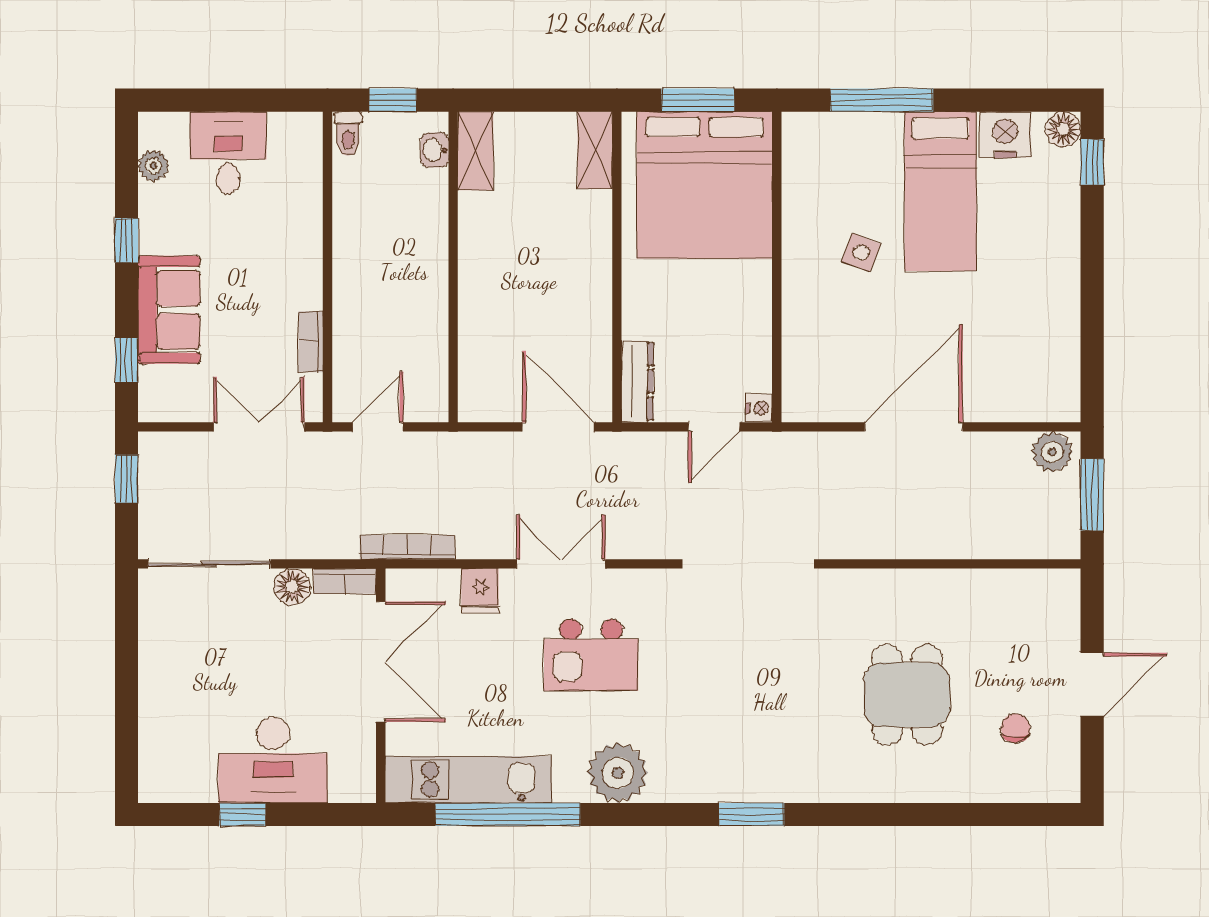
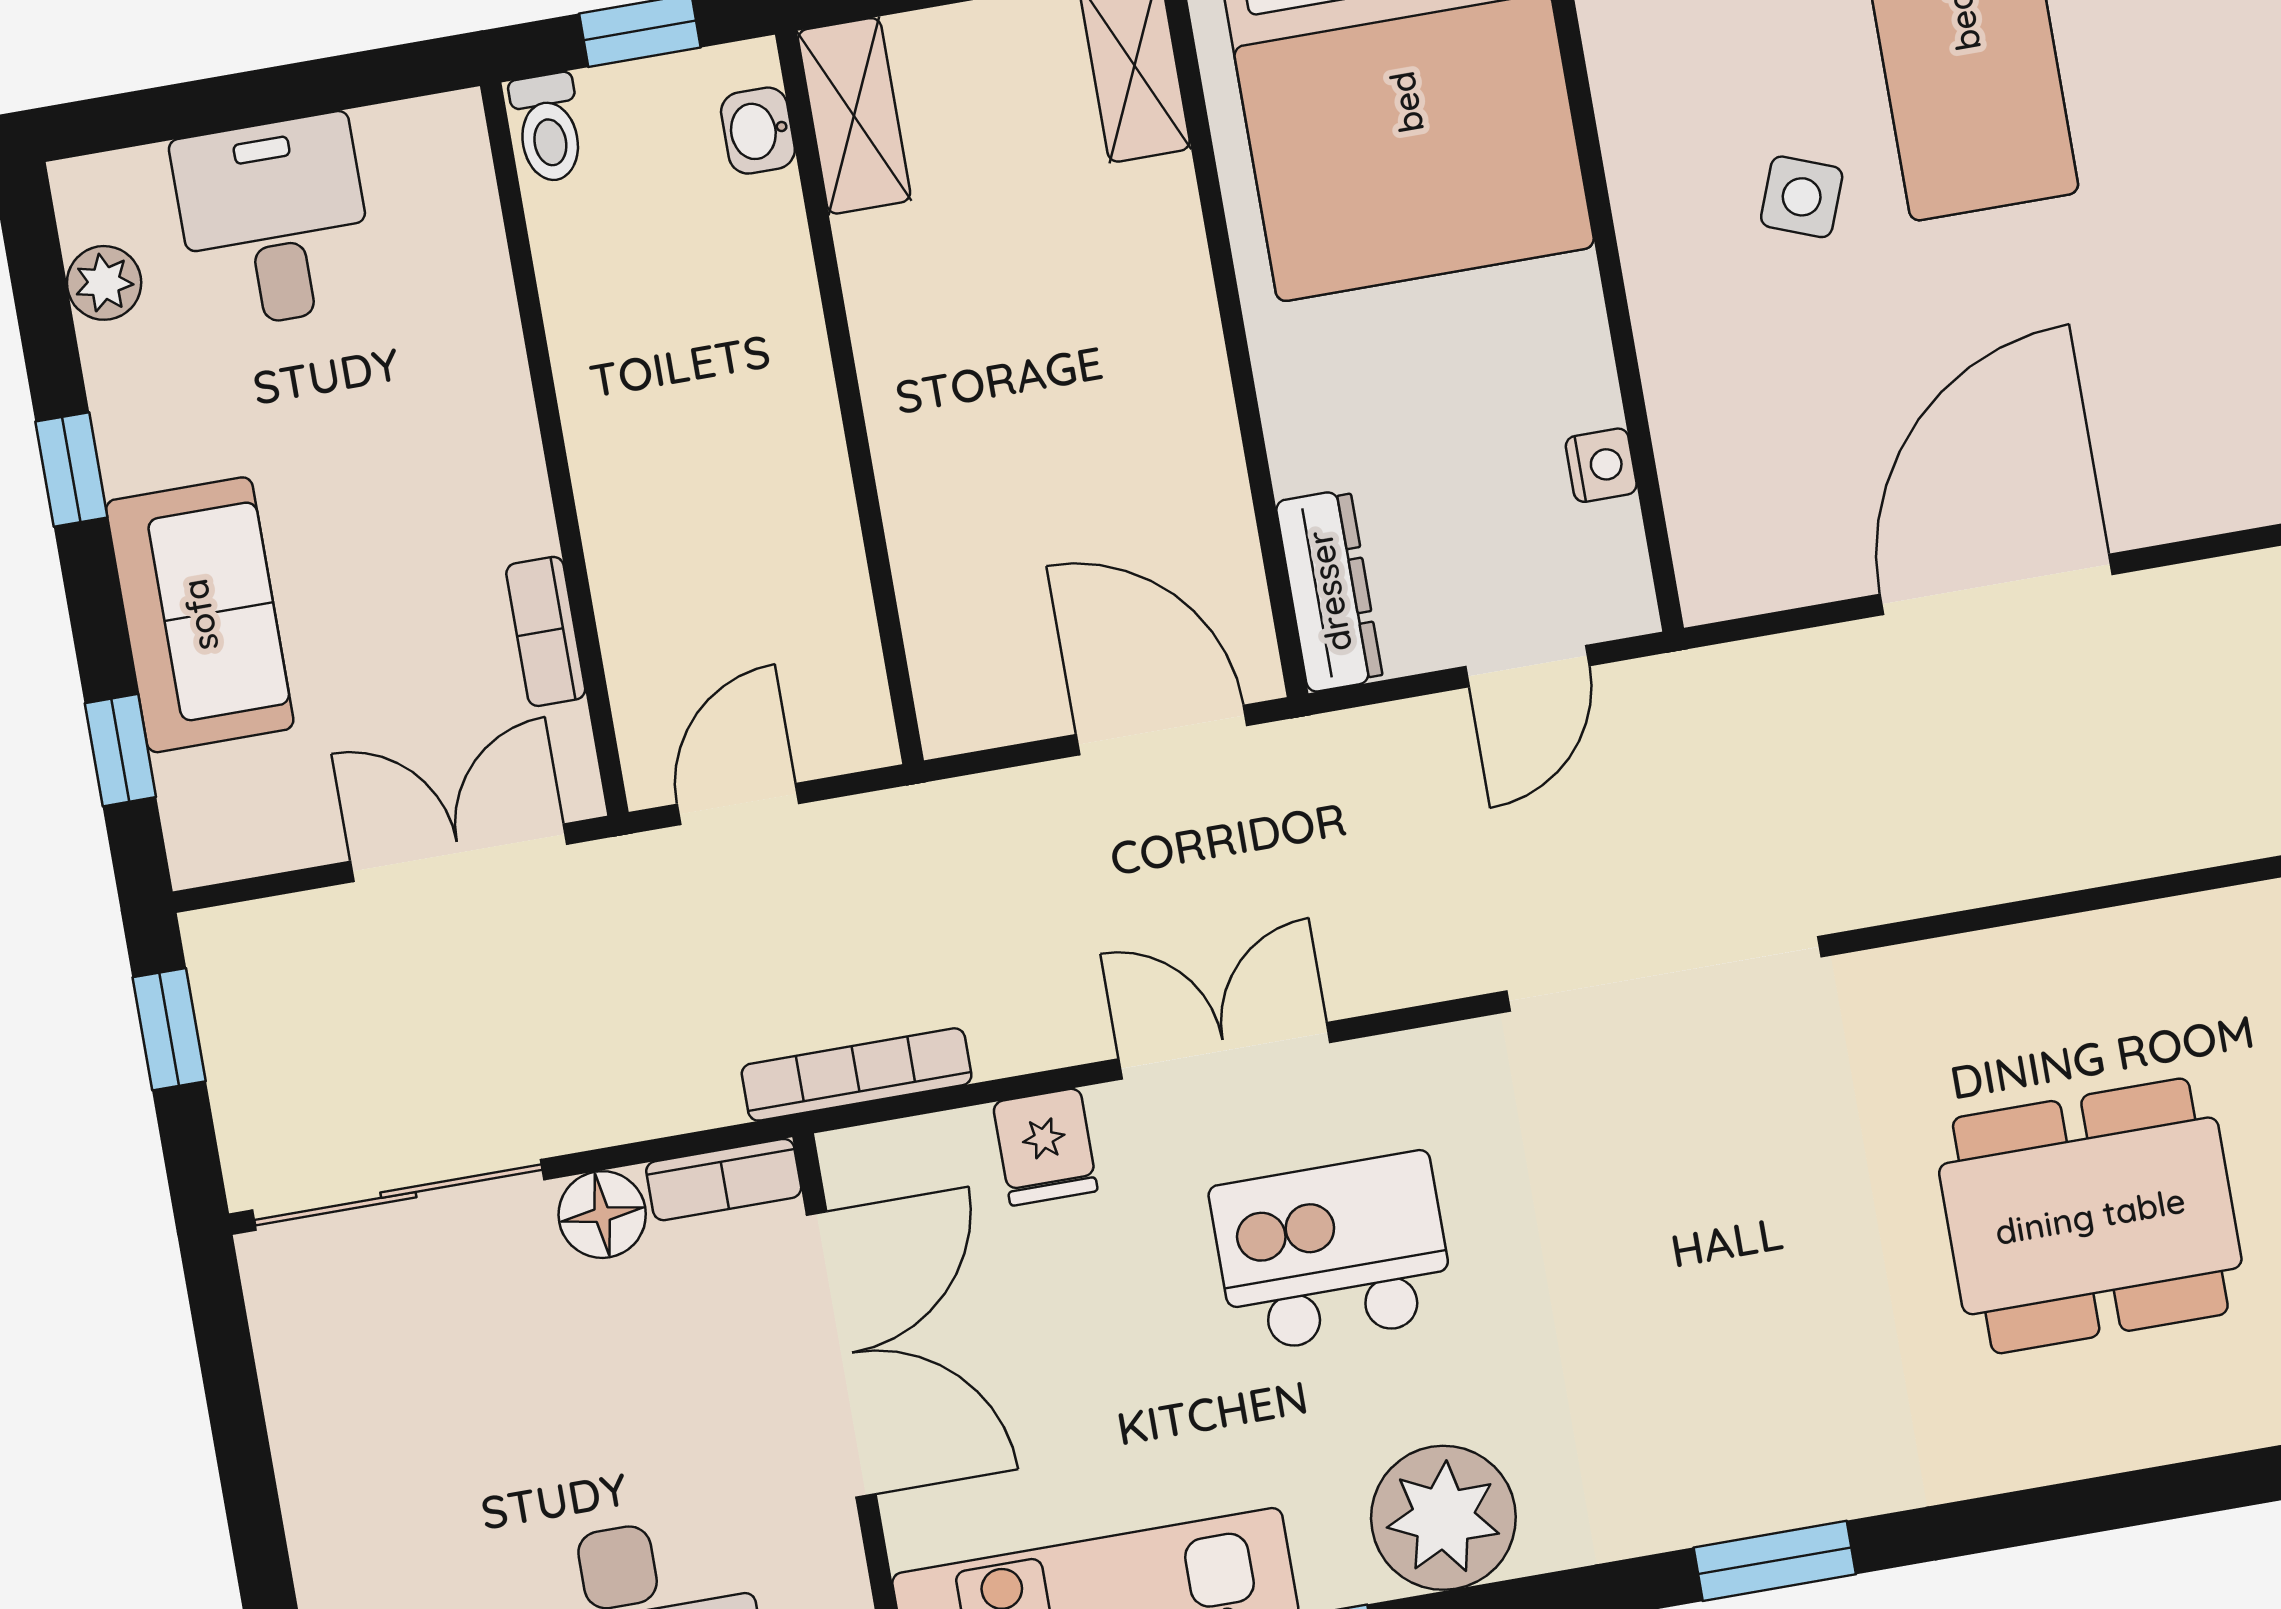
nightstand: (759, 408) -> (1601, 465), moved
kitchen island: (591, 655) -> (1332, 1252), turned 180
dining table: (907, 695) -> (2090, 1216), width x1.38

